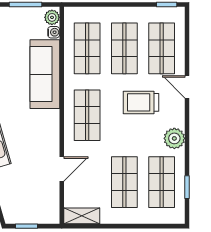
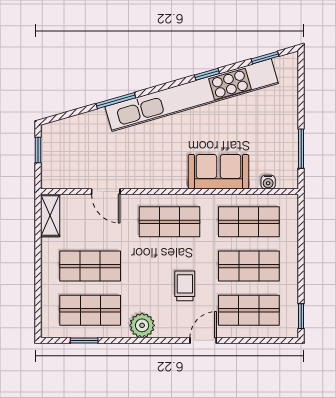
plant: (52, 17) -> (286, 180), removed
sofa: (45, 74) -> (218, 172), width x0.73
trolley: (141, 102) -> (185, 286), width x0.73, depth x0.72

